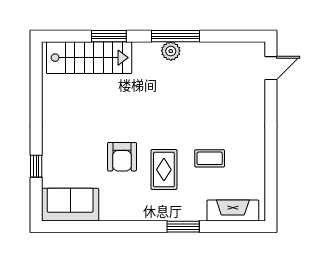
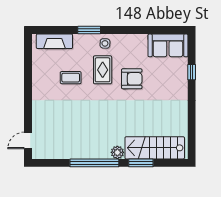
window: (176, 36) -> (94, 163), width x1.46
plant: (171, 51) -> (117, 152), moved
armchair: (122, 157) -> (132, 79), turned 90
side table: (160, 207) -> (105, 43), added

